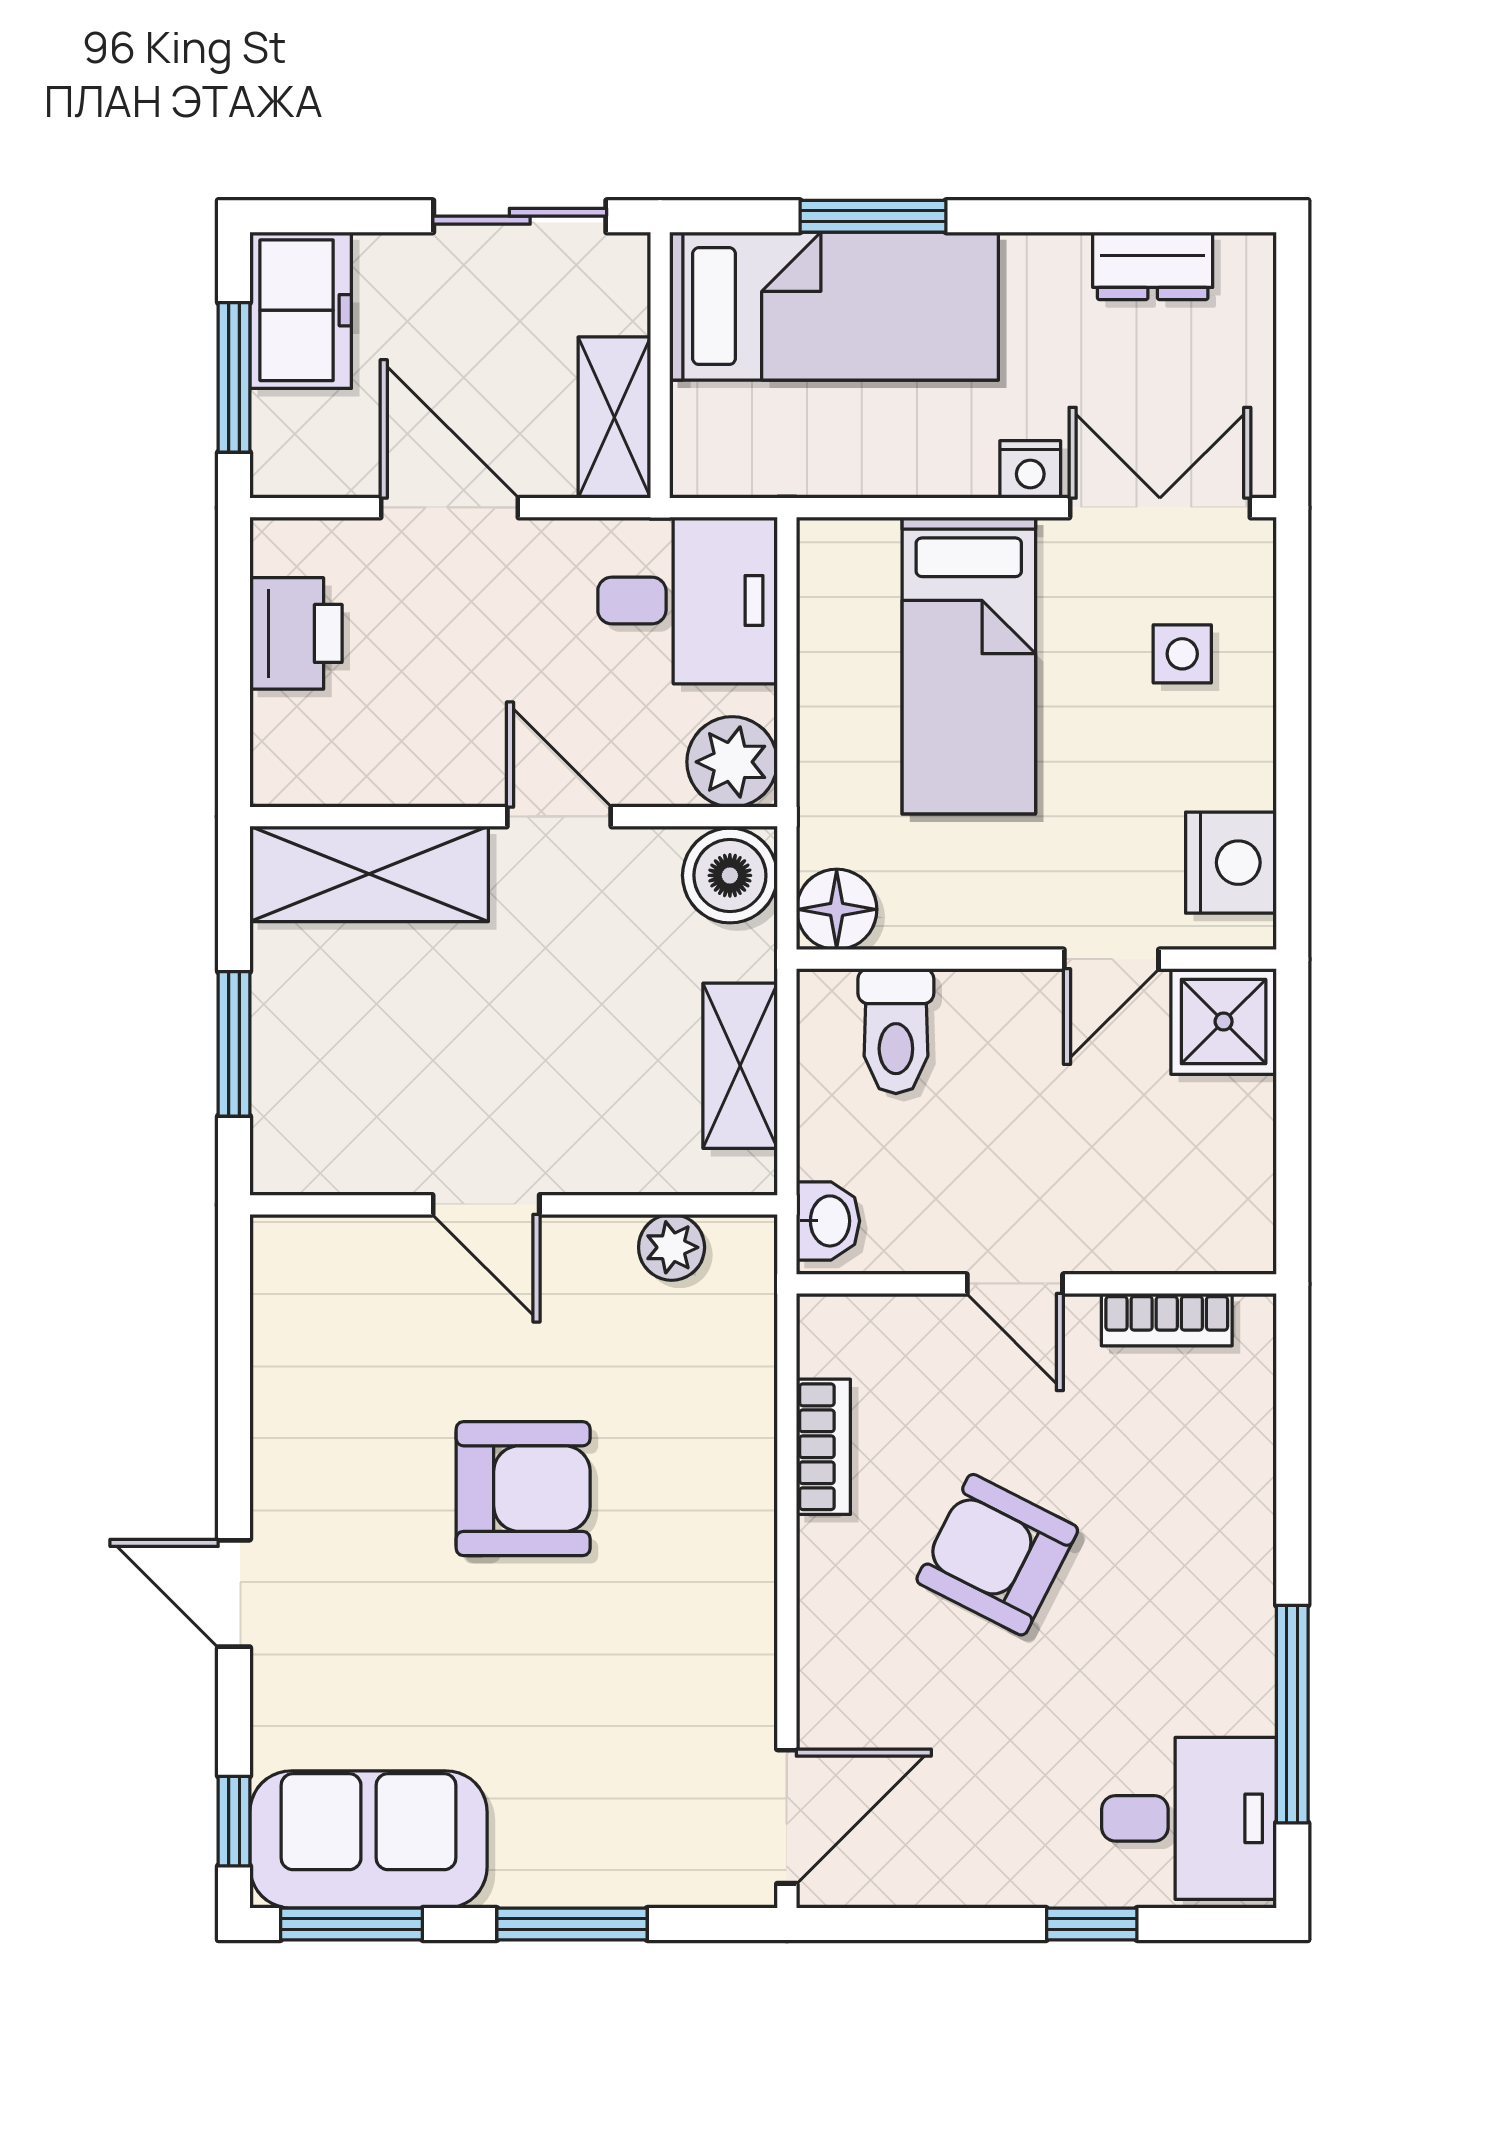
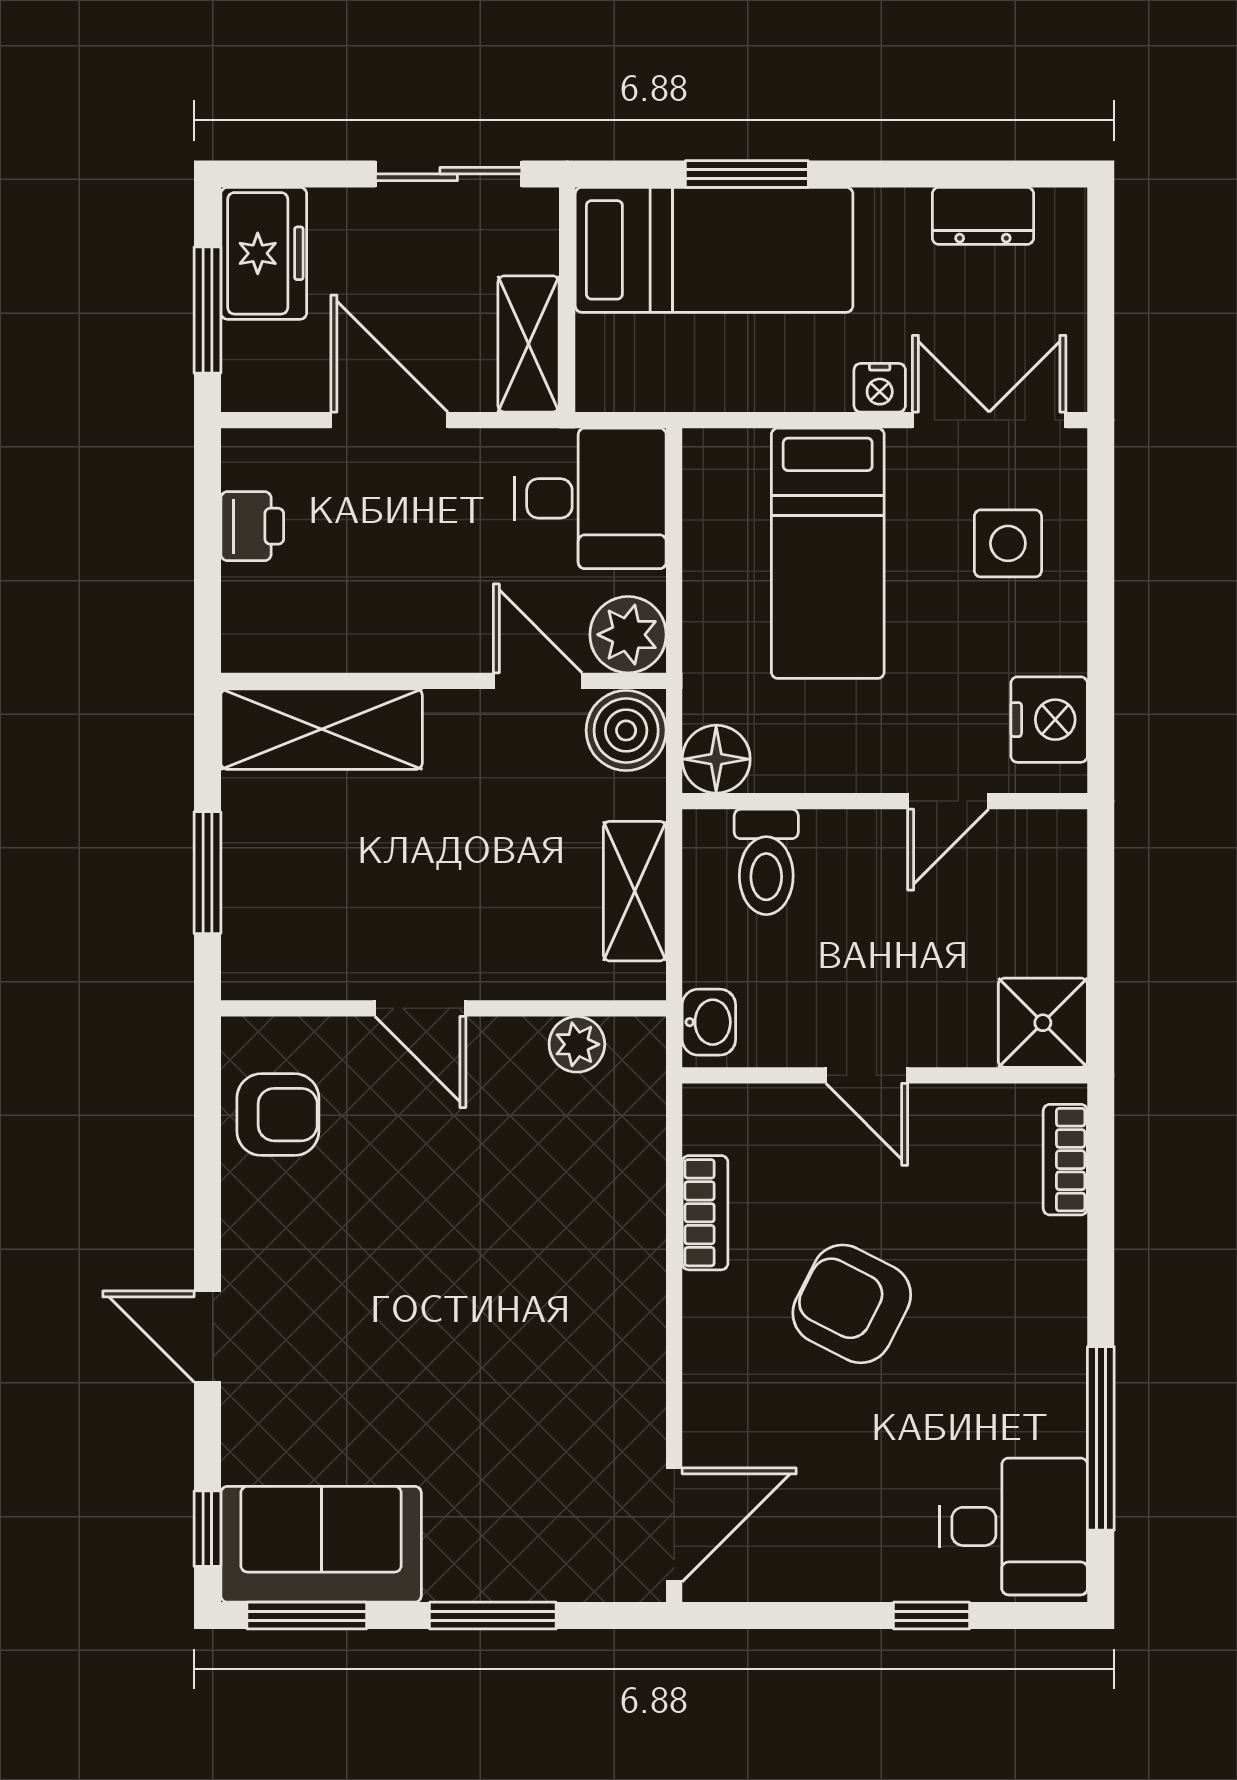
printer: (296, 633) -> (252, 526), width x0.73, depth x0.81
side table: (1182, 654) -> (1008, 543), width x1.37, depth x1.37
door: (559, 817) -> (538, 681), moved
shower: (1224, 1022) -> (1043, 1023), moved
bookcase: (1167, 1320) -> (1065, 1160), moved, turned 90
armchair: (523, 1489) -> (278, 1115), moved, width x0.72, depth x0.72

